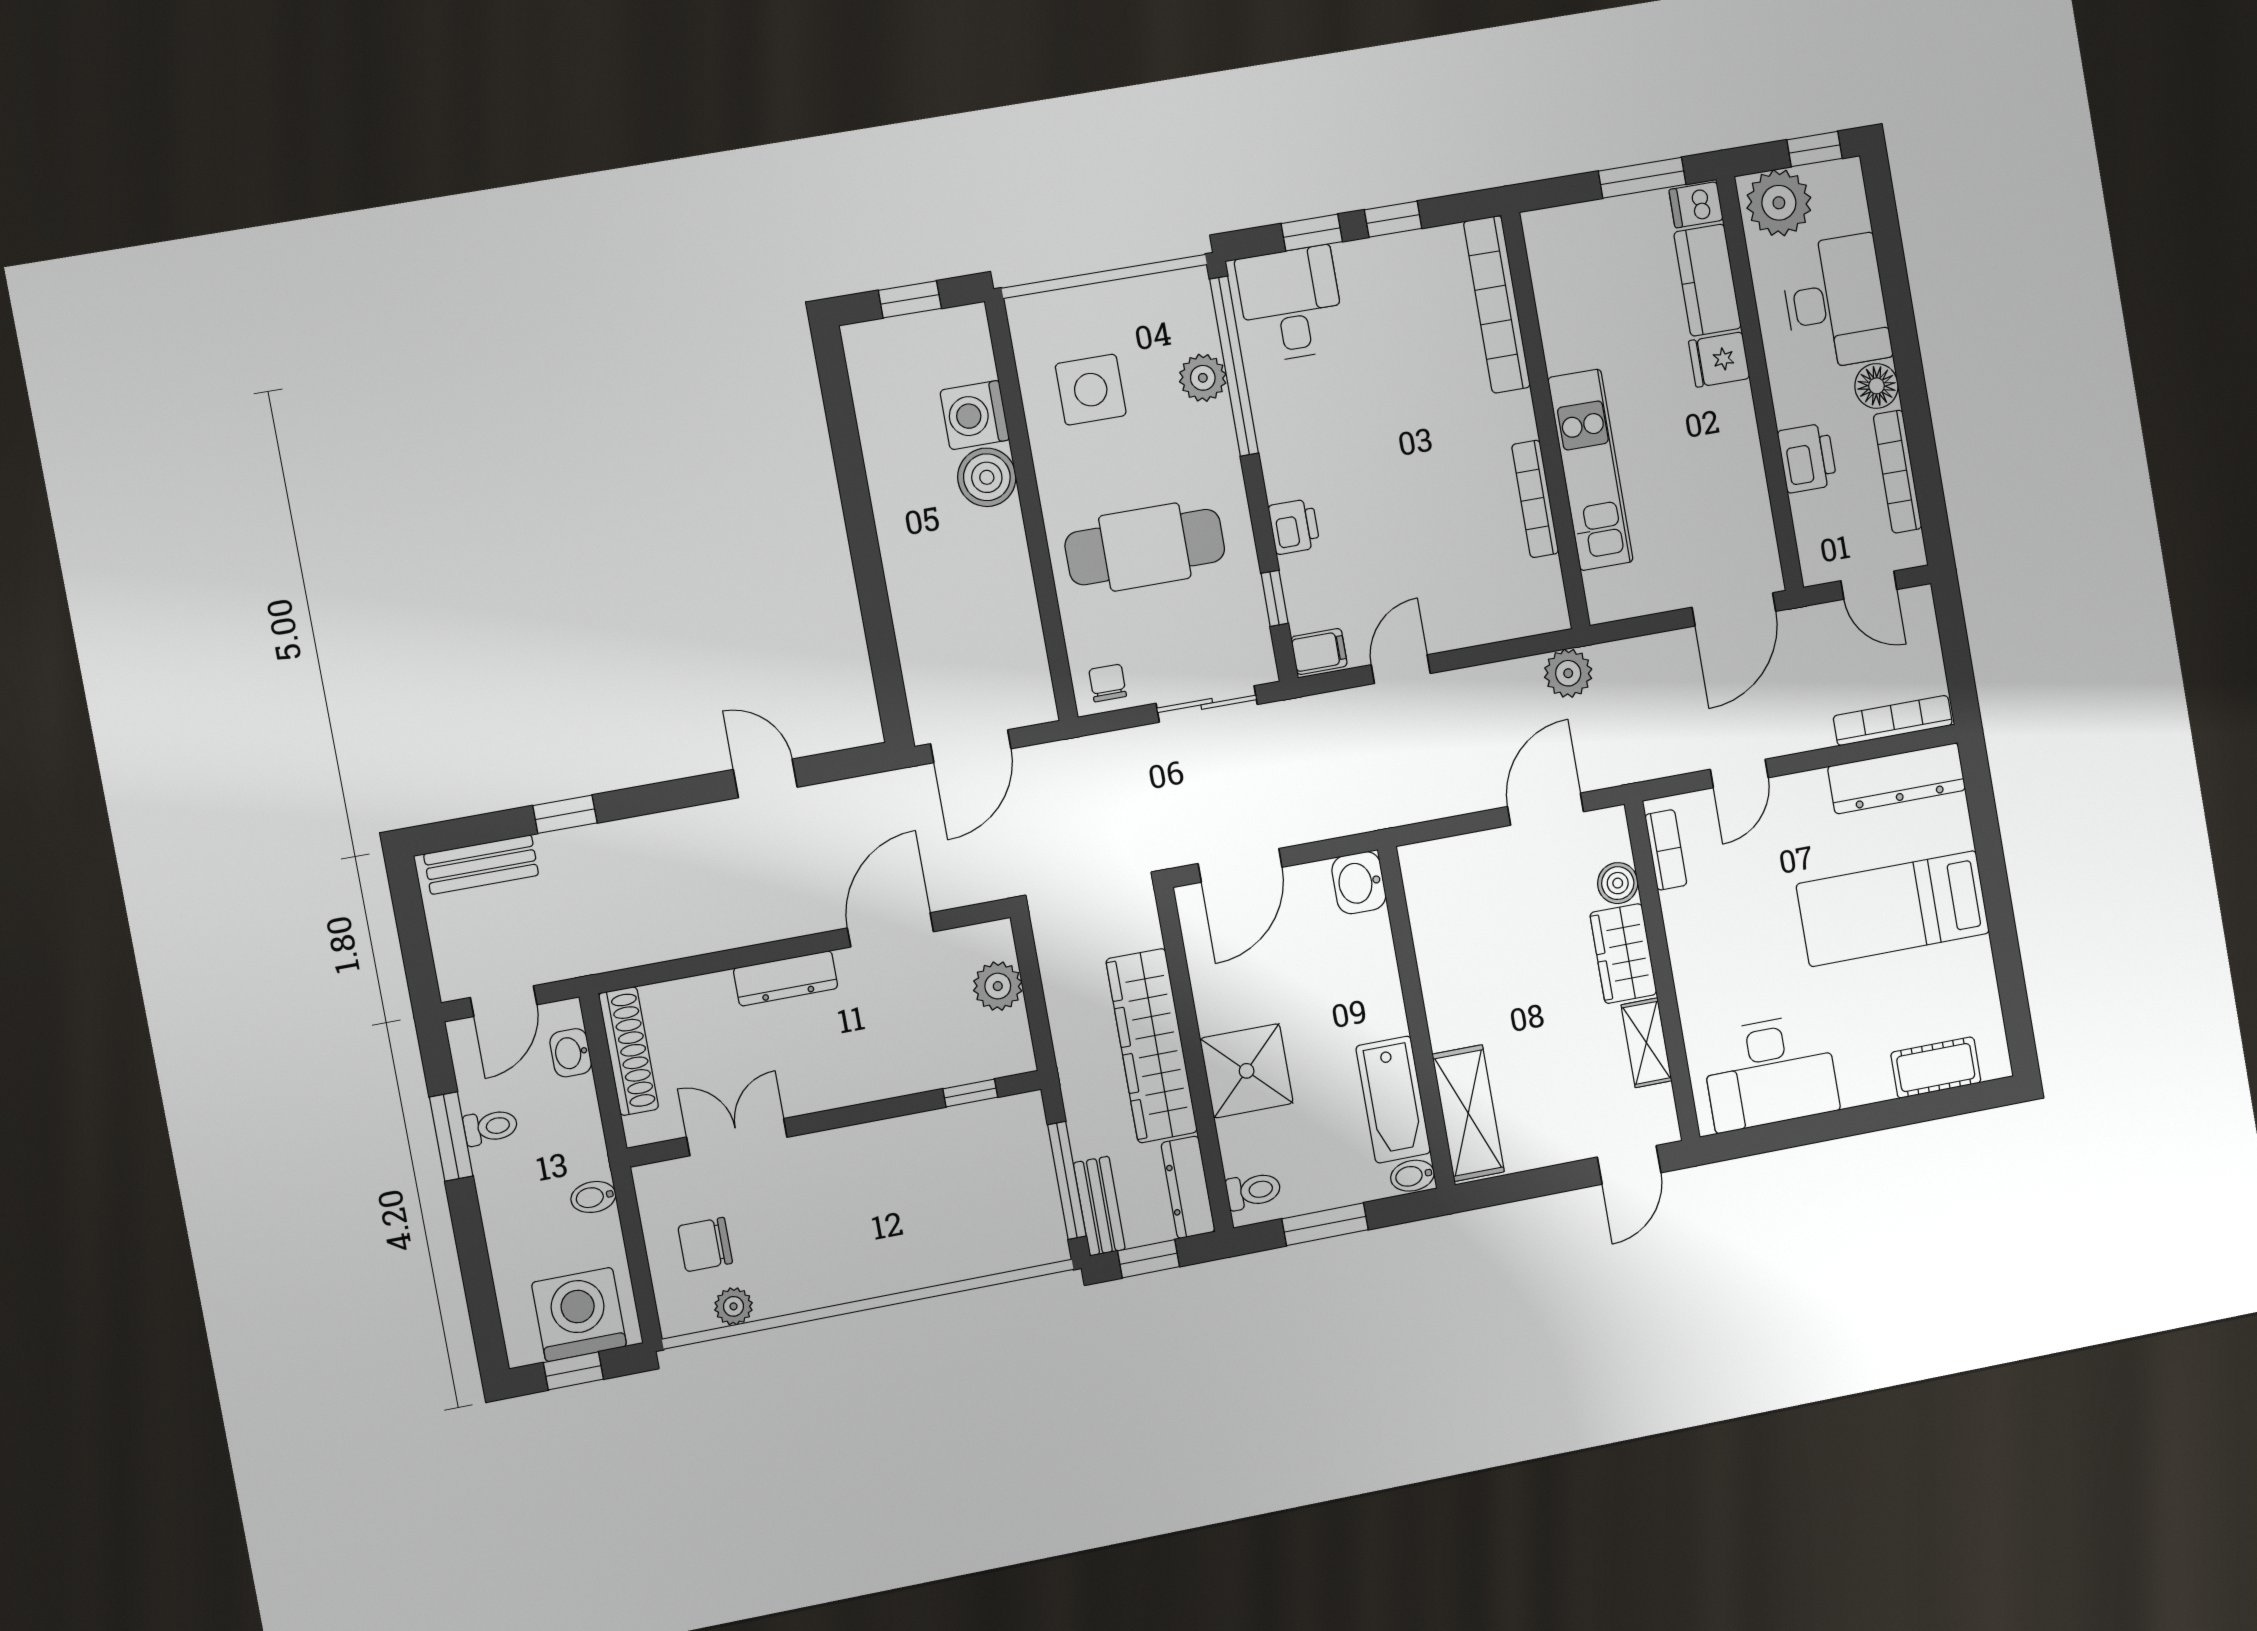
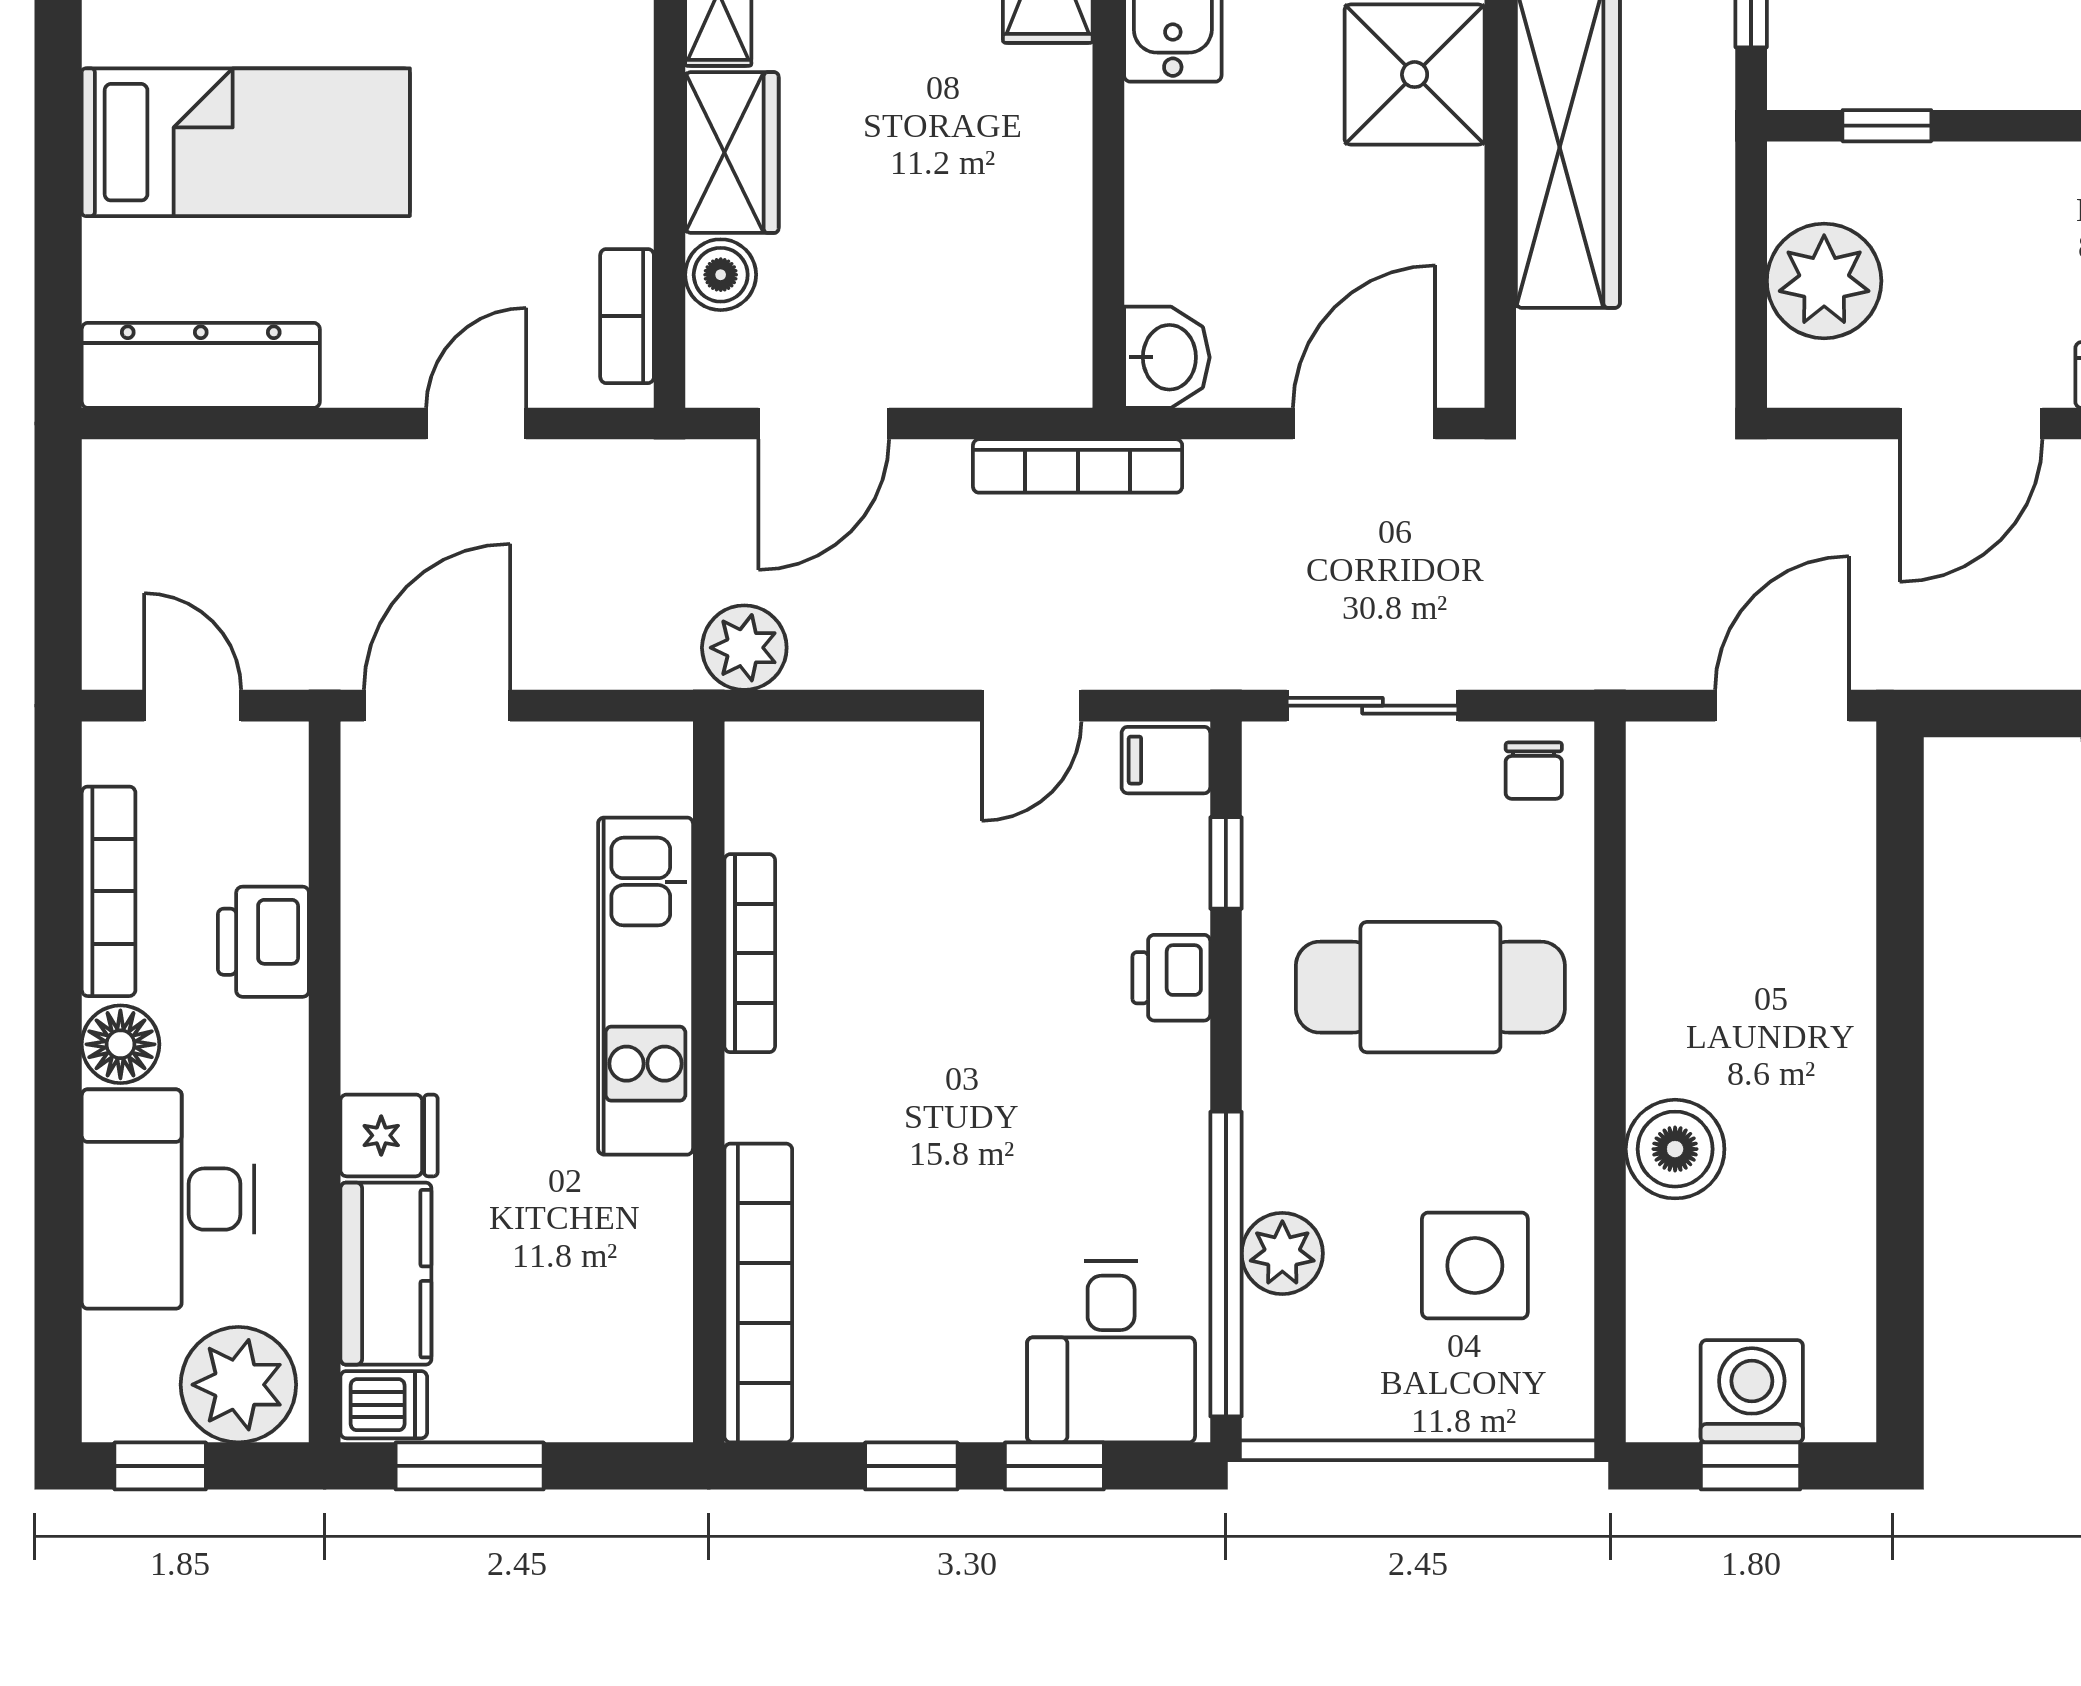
washing machine: (975, 415) -> (1752, 1391), moved, turned -90
bookcase: (1893, 720) -> (1078, 466), moved
plant: (998, 986) -> (1824, 281), width x1.36, depth x1.36

